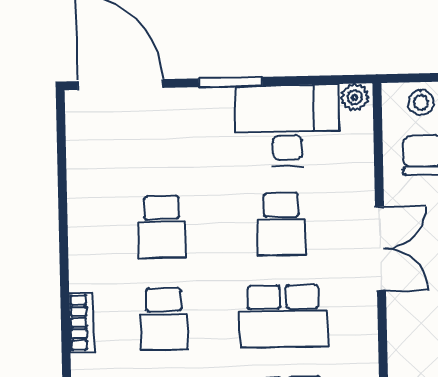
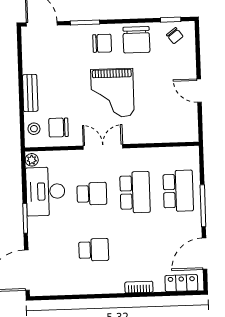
school desk: (164, 319) -> (137, 248), removed

